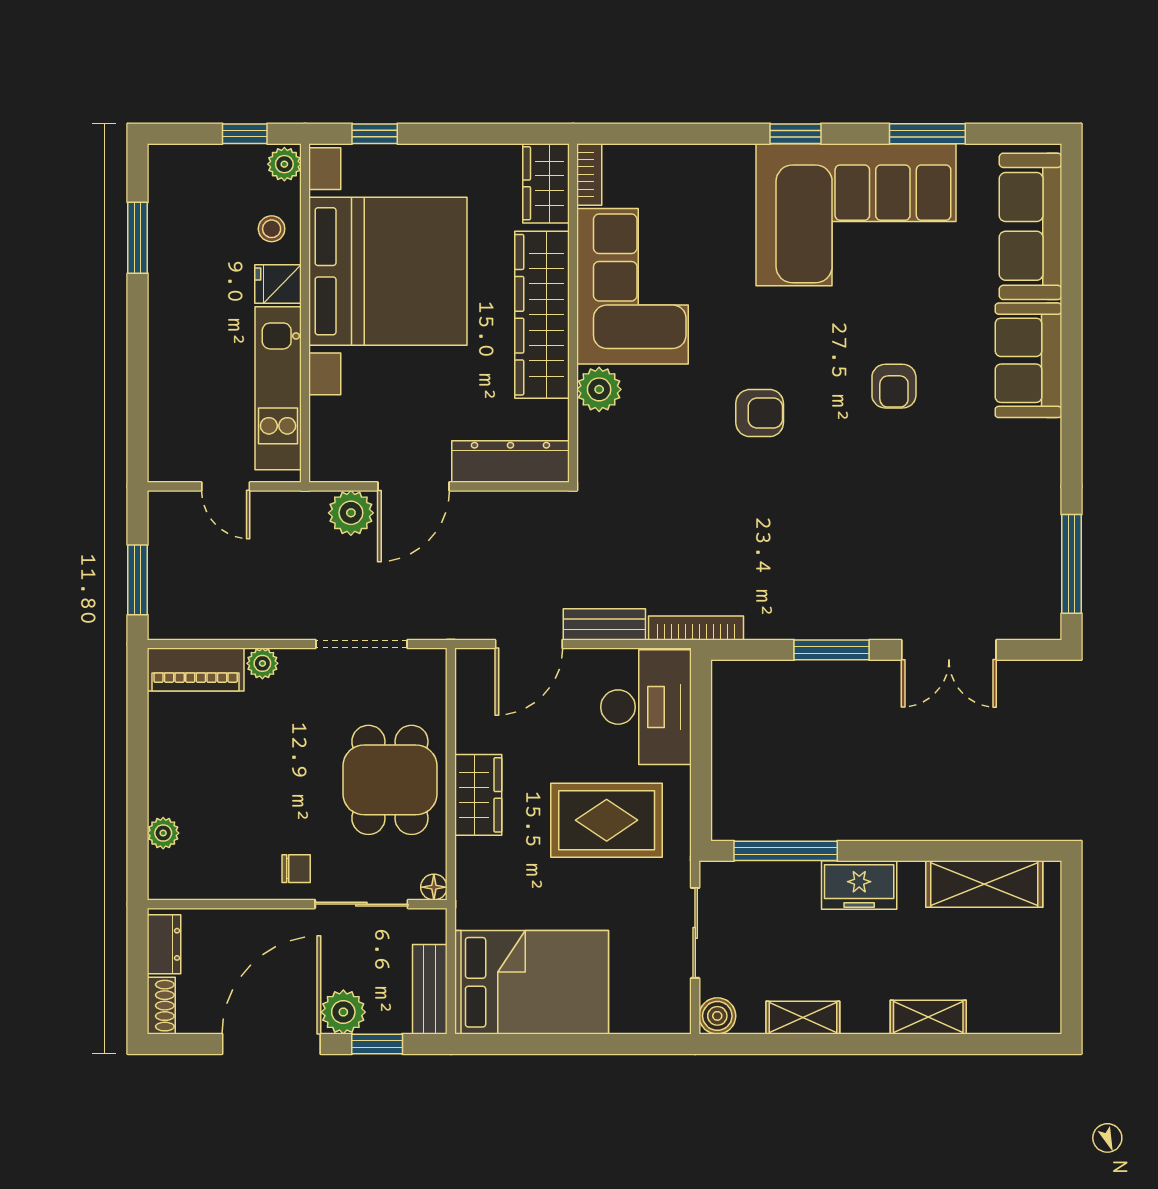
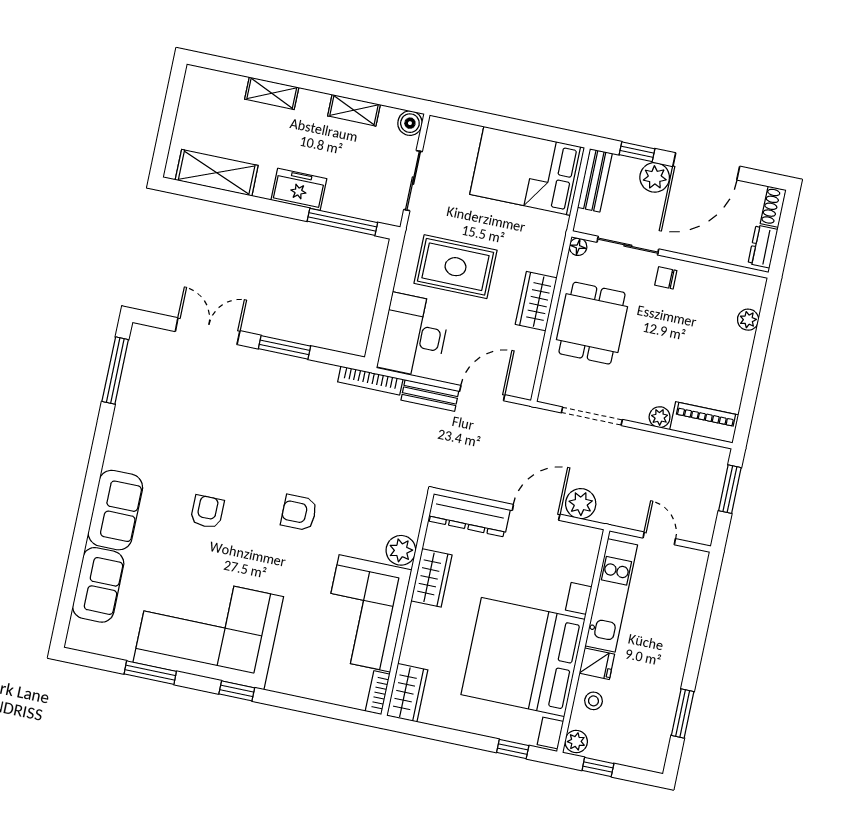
sofa: (1030, 226) -> (98, 585), width x0.73
wardrobe: (542, 315) -> (431, 578), width x0.48, depth x0.85

